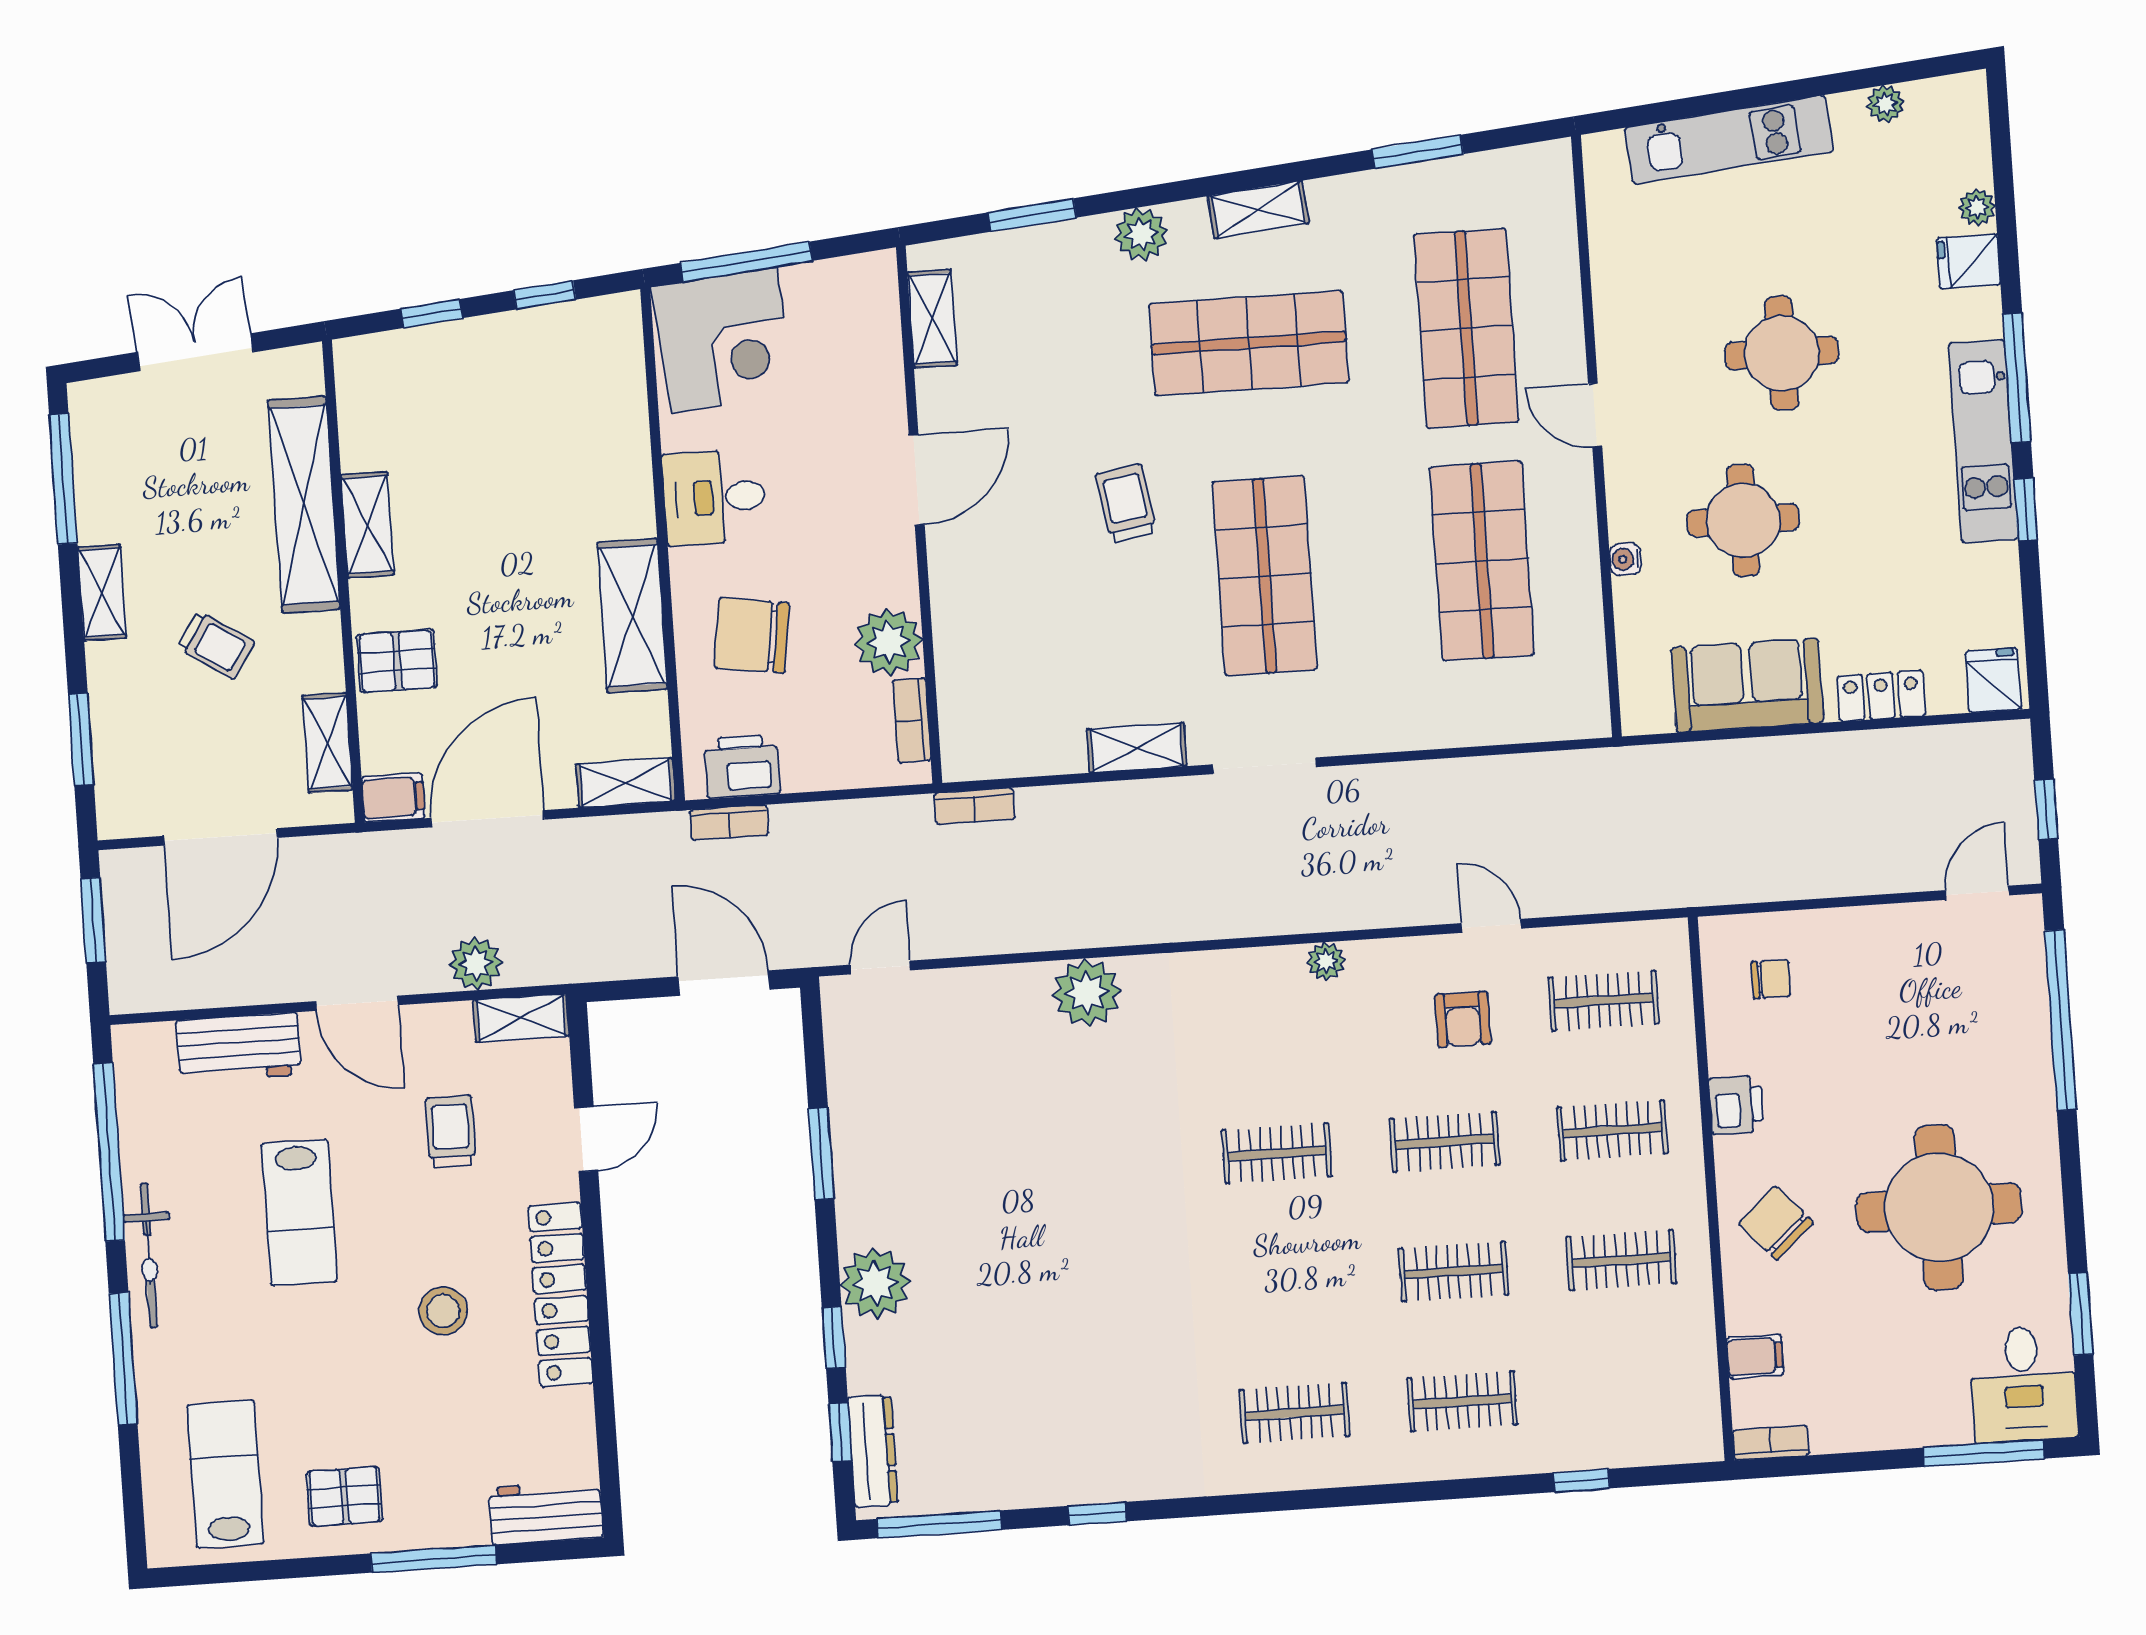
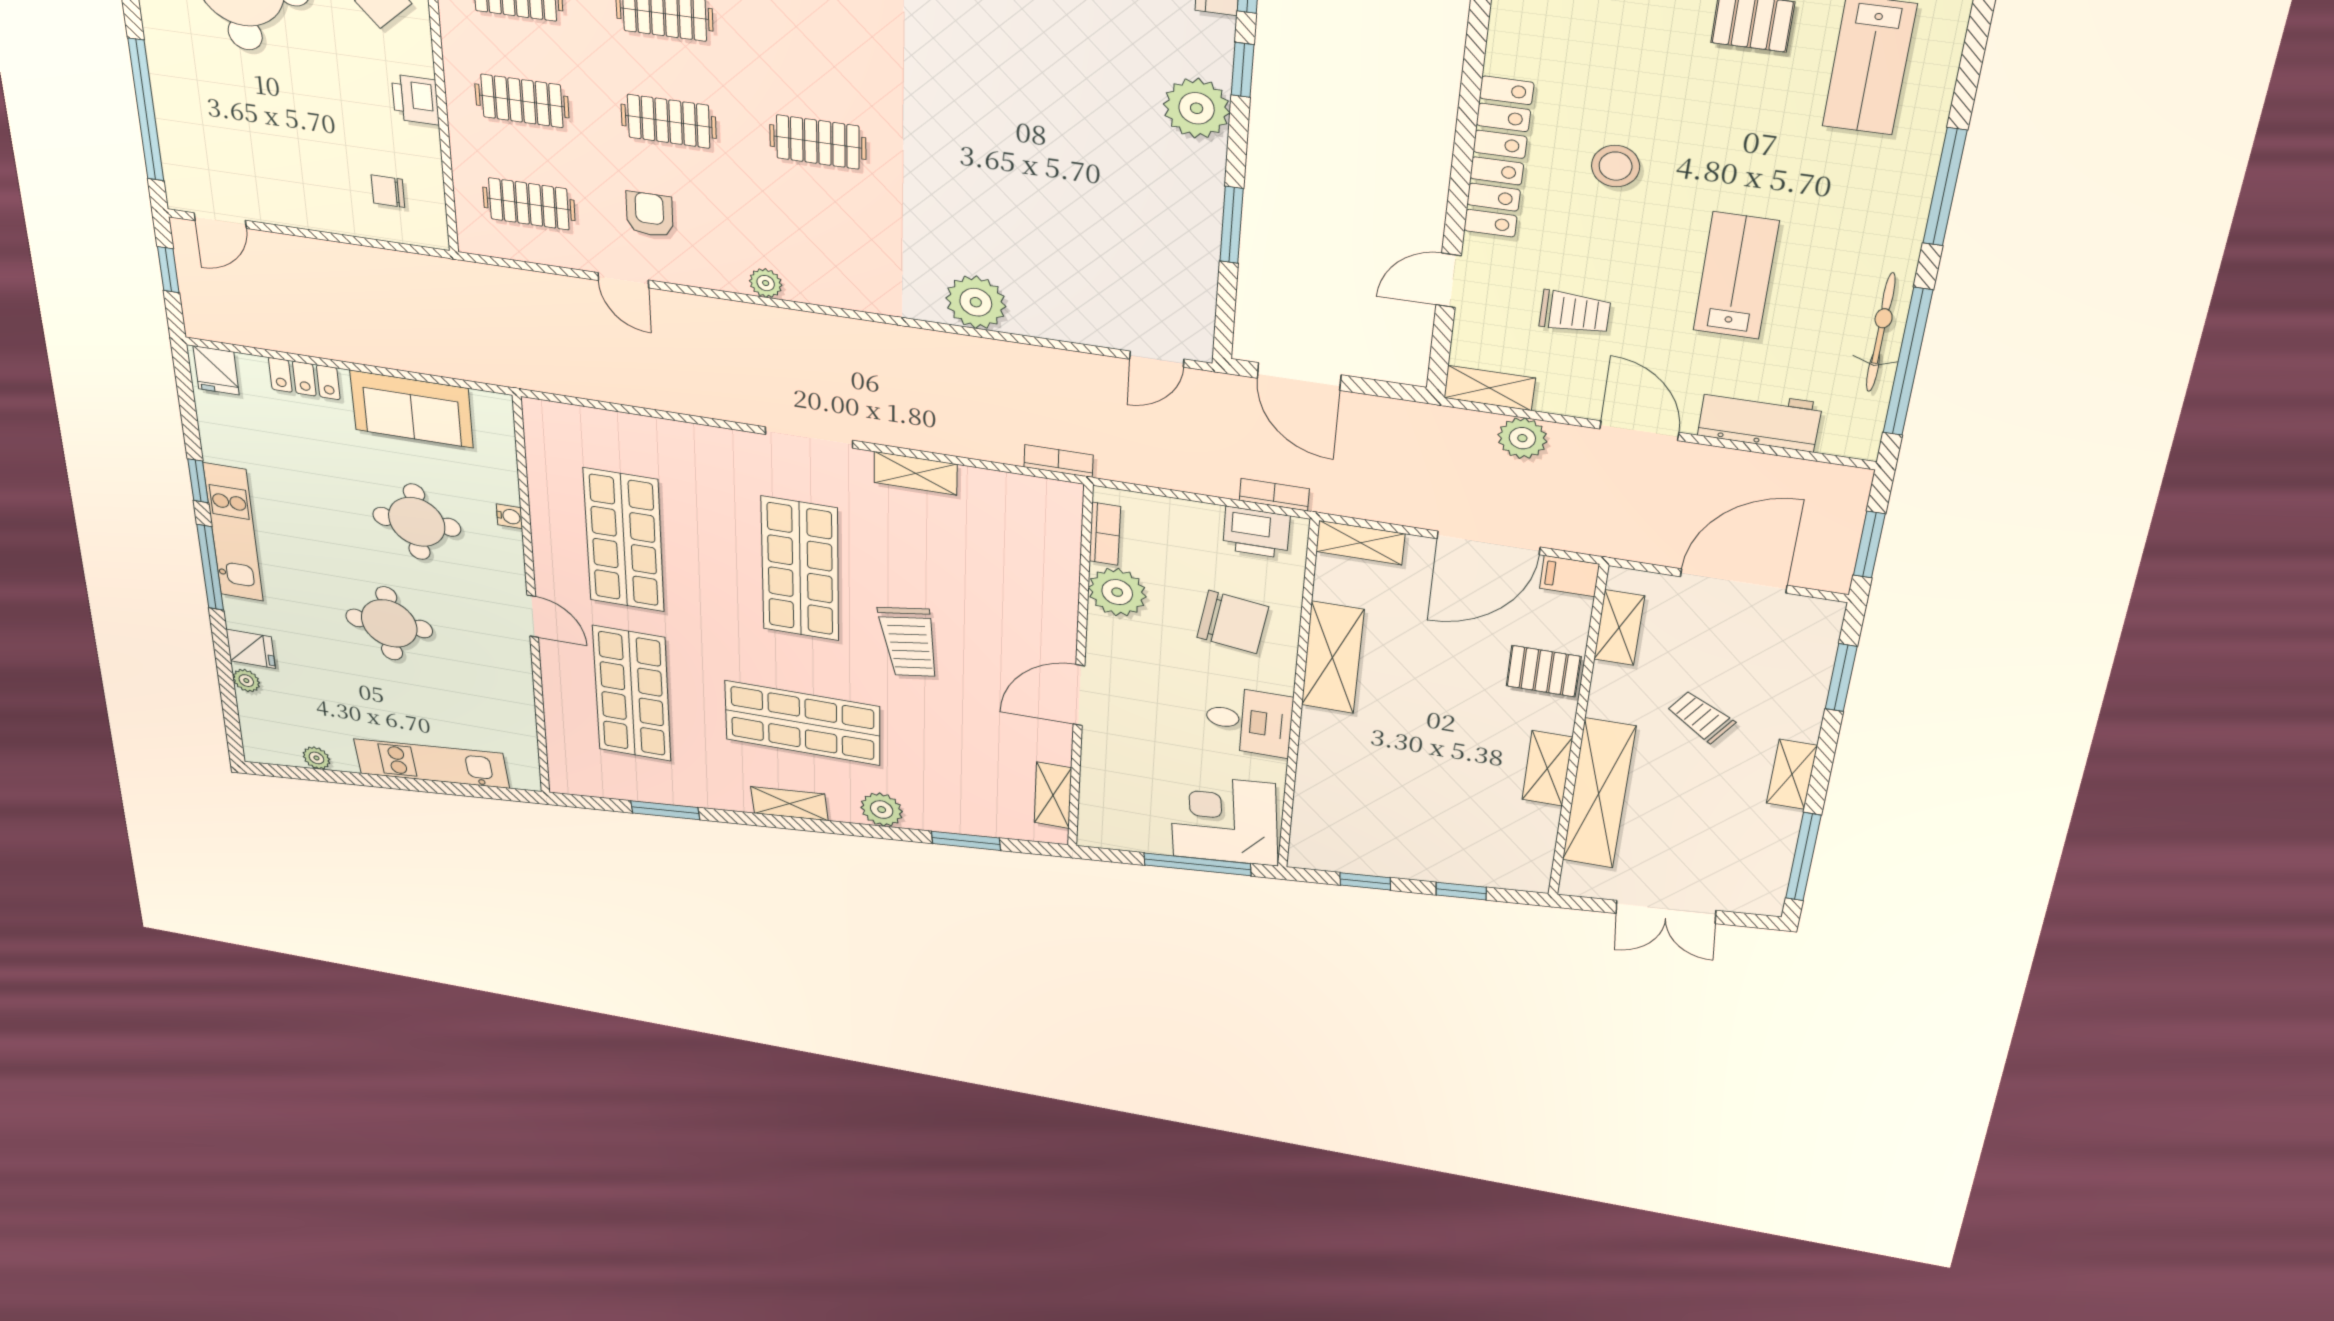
trolley: (1126, 503) -> (909, 642), width x1.36, depth x1.39
trolley: (451, 1132) -> (1575, 312), turned -90
bicycle: (149, 1255) -> (1881, 333), moved

